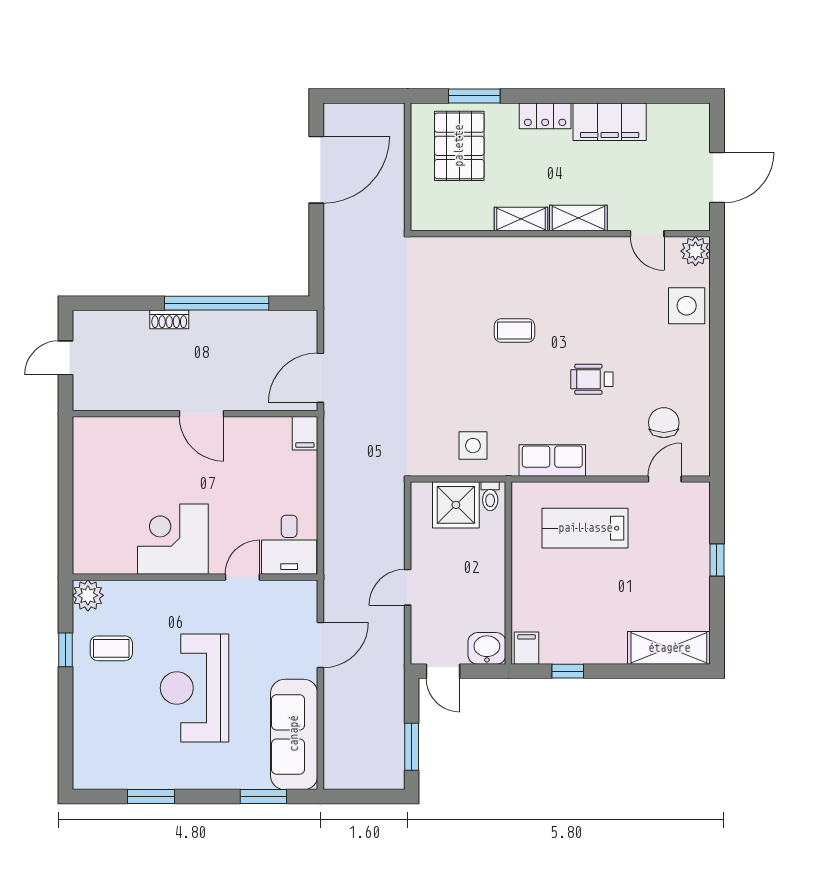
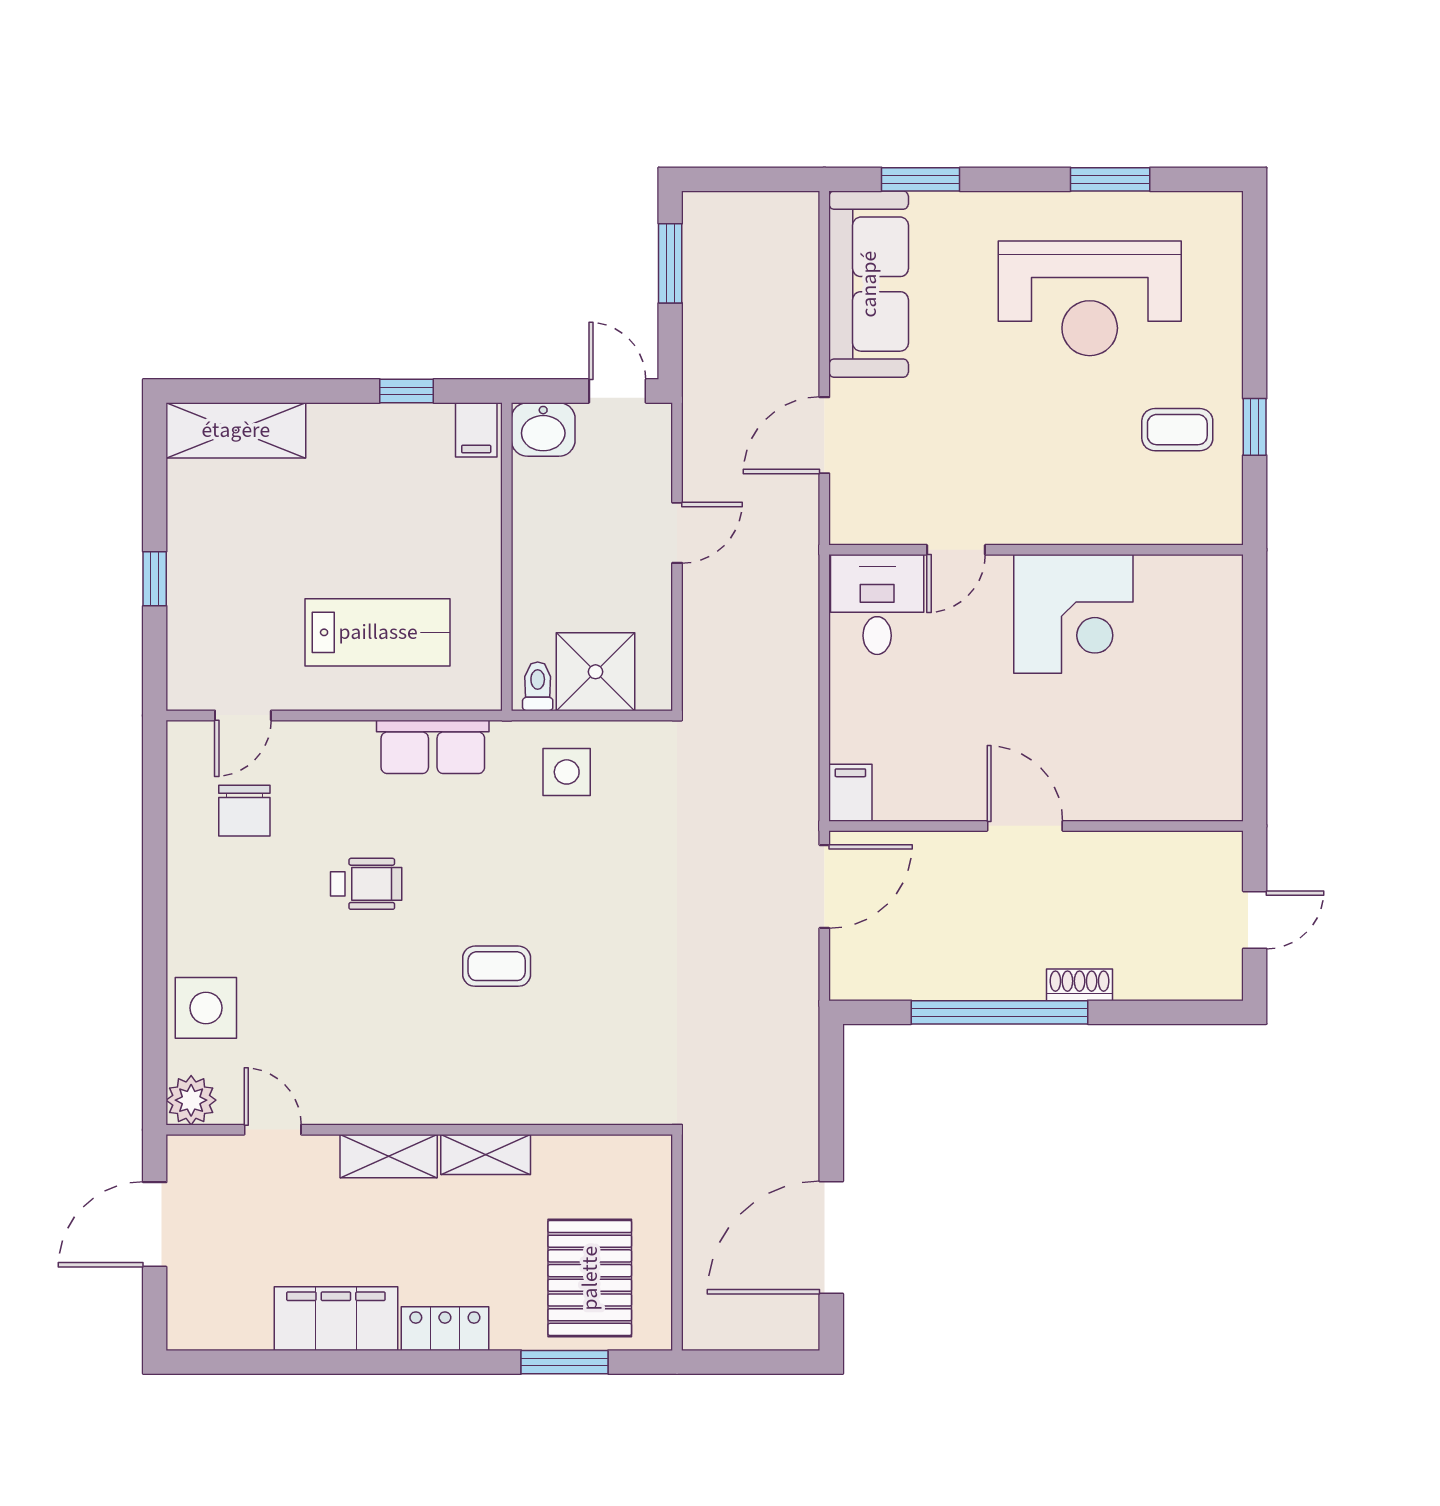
plant: (88, 595) -> (1217, 519), removed
reception desk: (194, 688) -> (1090, 298), moved, turned 90

